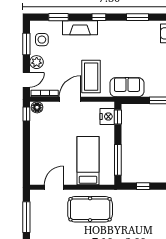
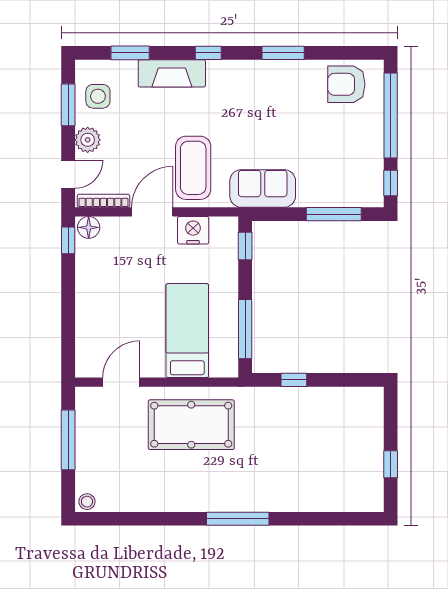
nightstand: (107, 117) -> (193, 230), moved, turned -90

